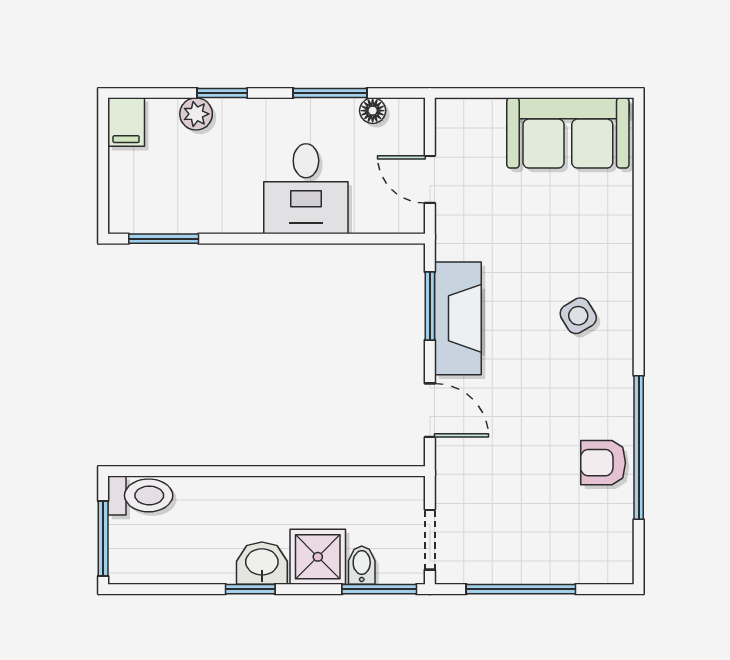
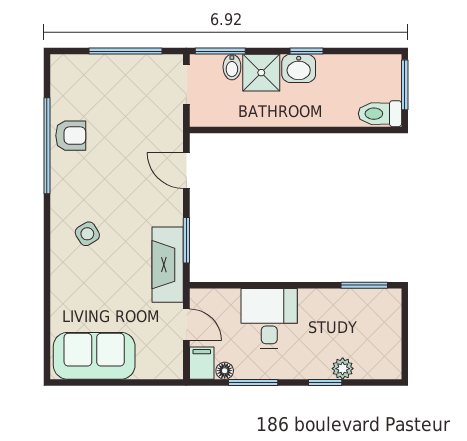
filing cabinet: (126, 122) -> (202, 363), moved
fireplace: (458, 318) -> (168, 265), moved

